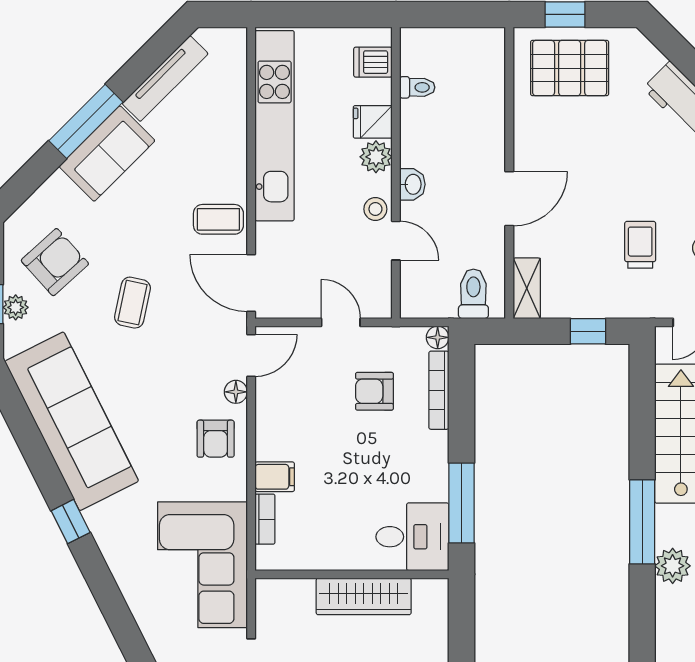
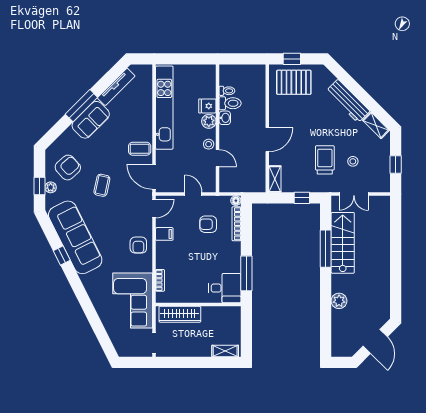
dishwasher: (373, 62) -> (207, 80), removed
washbasin: (412, 184) -> (225, 118), moved
trolley: (640, 245) -> (325, 160), width x1.36, depth x1.39
toilet: (473, 294) -> (230, 103), moved, turned 90
floor lamp: (236, 392) -> (147, 224), removed
filing cabinet: (275, 477) -> (164, 234), moved
window: (71, 522) -> (62, 255), moved
window: (642, 522) -> (326, 249), moved
wardrobe: (364, 596) -> (180, 314), moved

